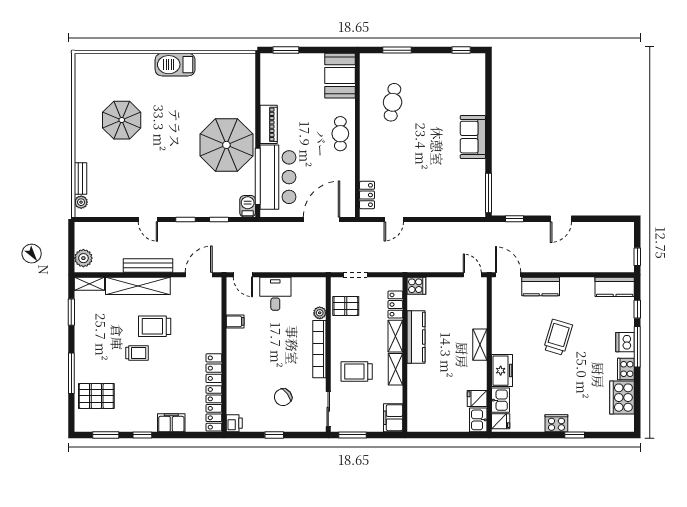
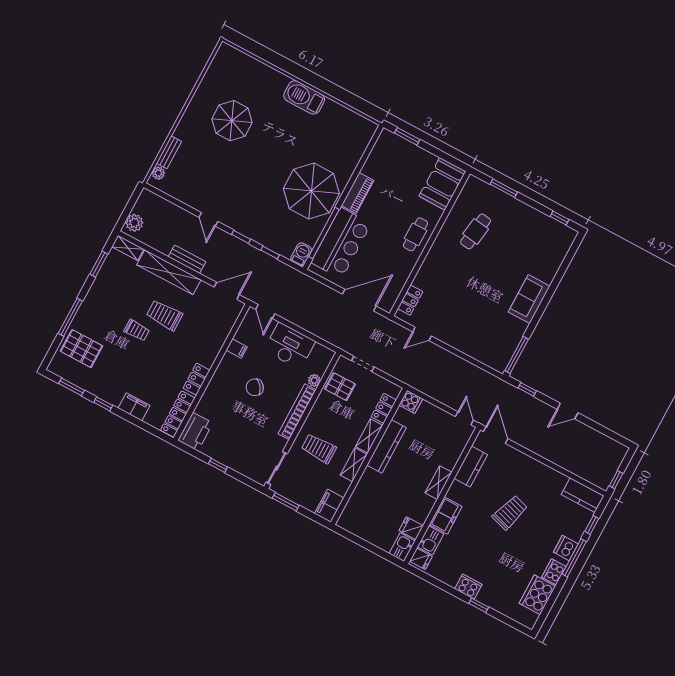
bench: (148, 266) -> (187, 259), width x0.73
kitchen counter: (541, 286) -> (471, 467), moved, turned -90
desk: (275, 294) -> (290, 346), width x1.37
chair: (283, 397) -> (255, 387), moved
printer: (234, 423) -> (195, 432), width x1.87, depth x1.48

